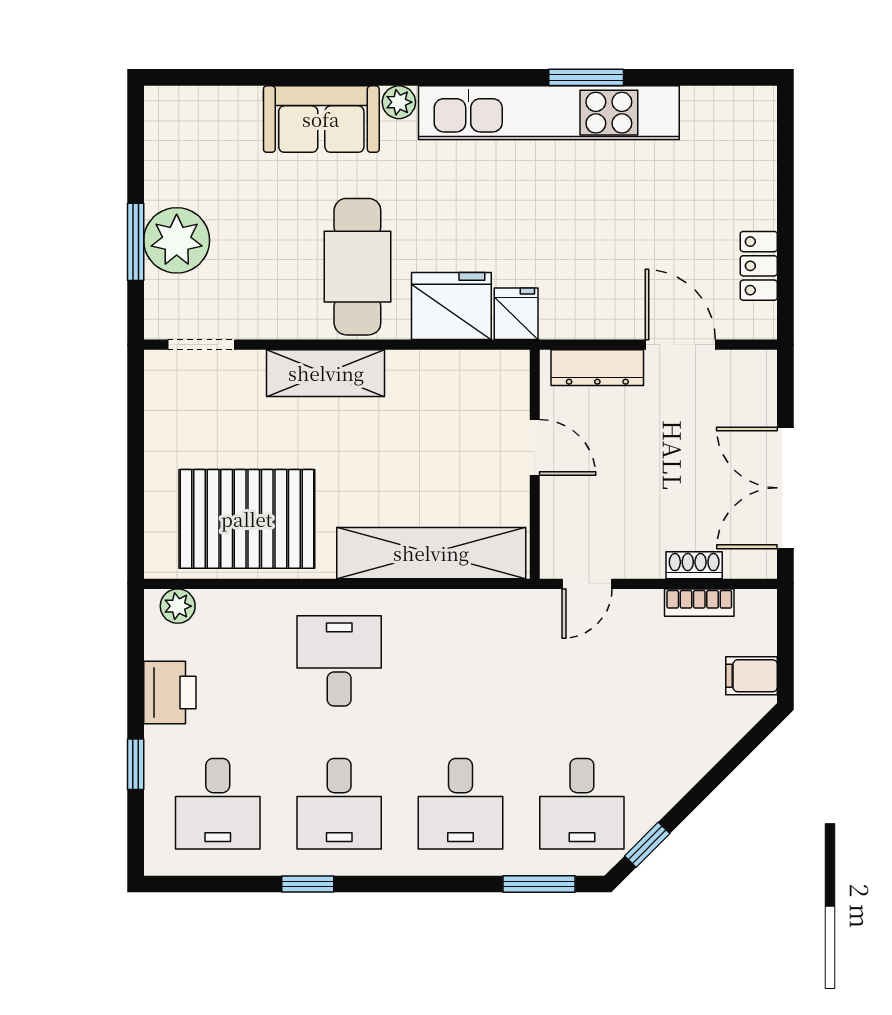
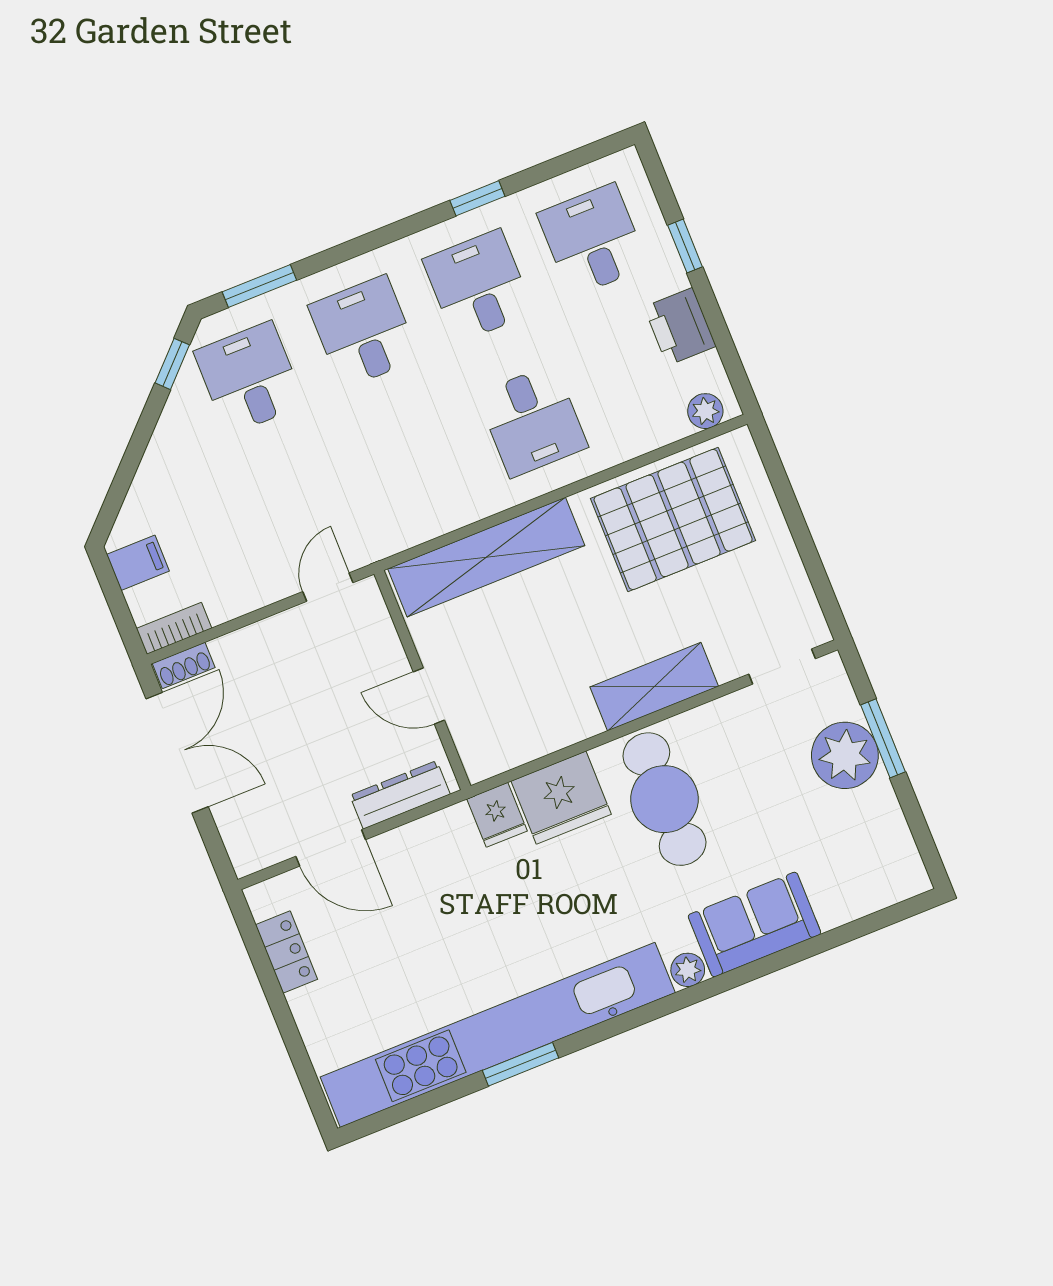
kitchen unit: (549, 113) -> (498, 1035), width x1.36
shoe rack: (694, 565) -> (184, 665), moved
bookcase: (699, 603) -> (174, 628), moved

